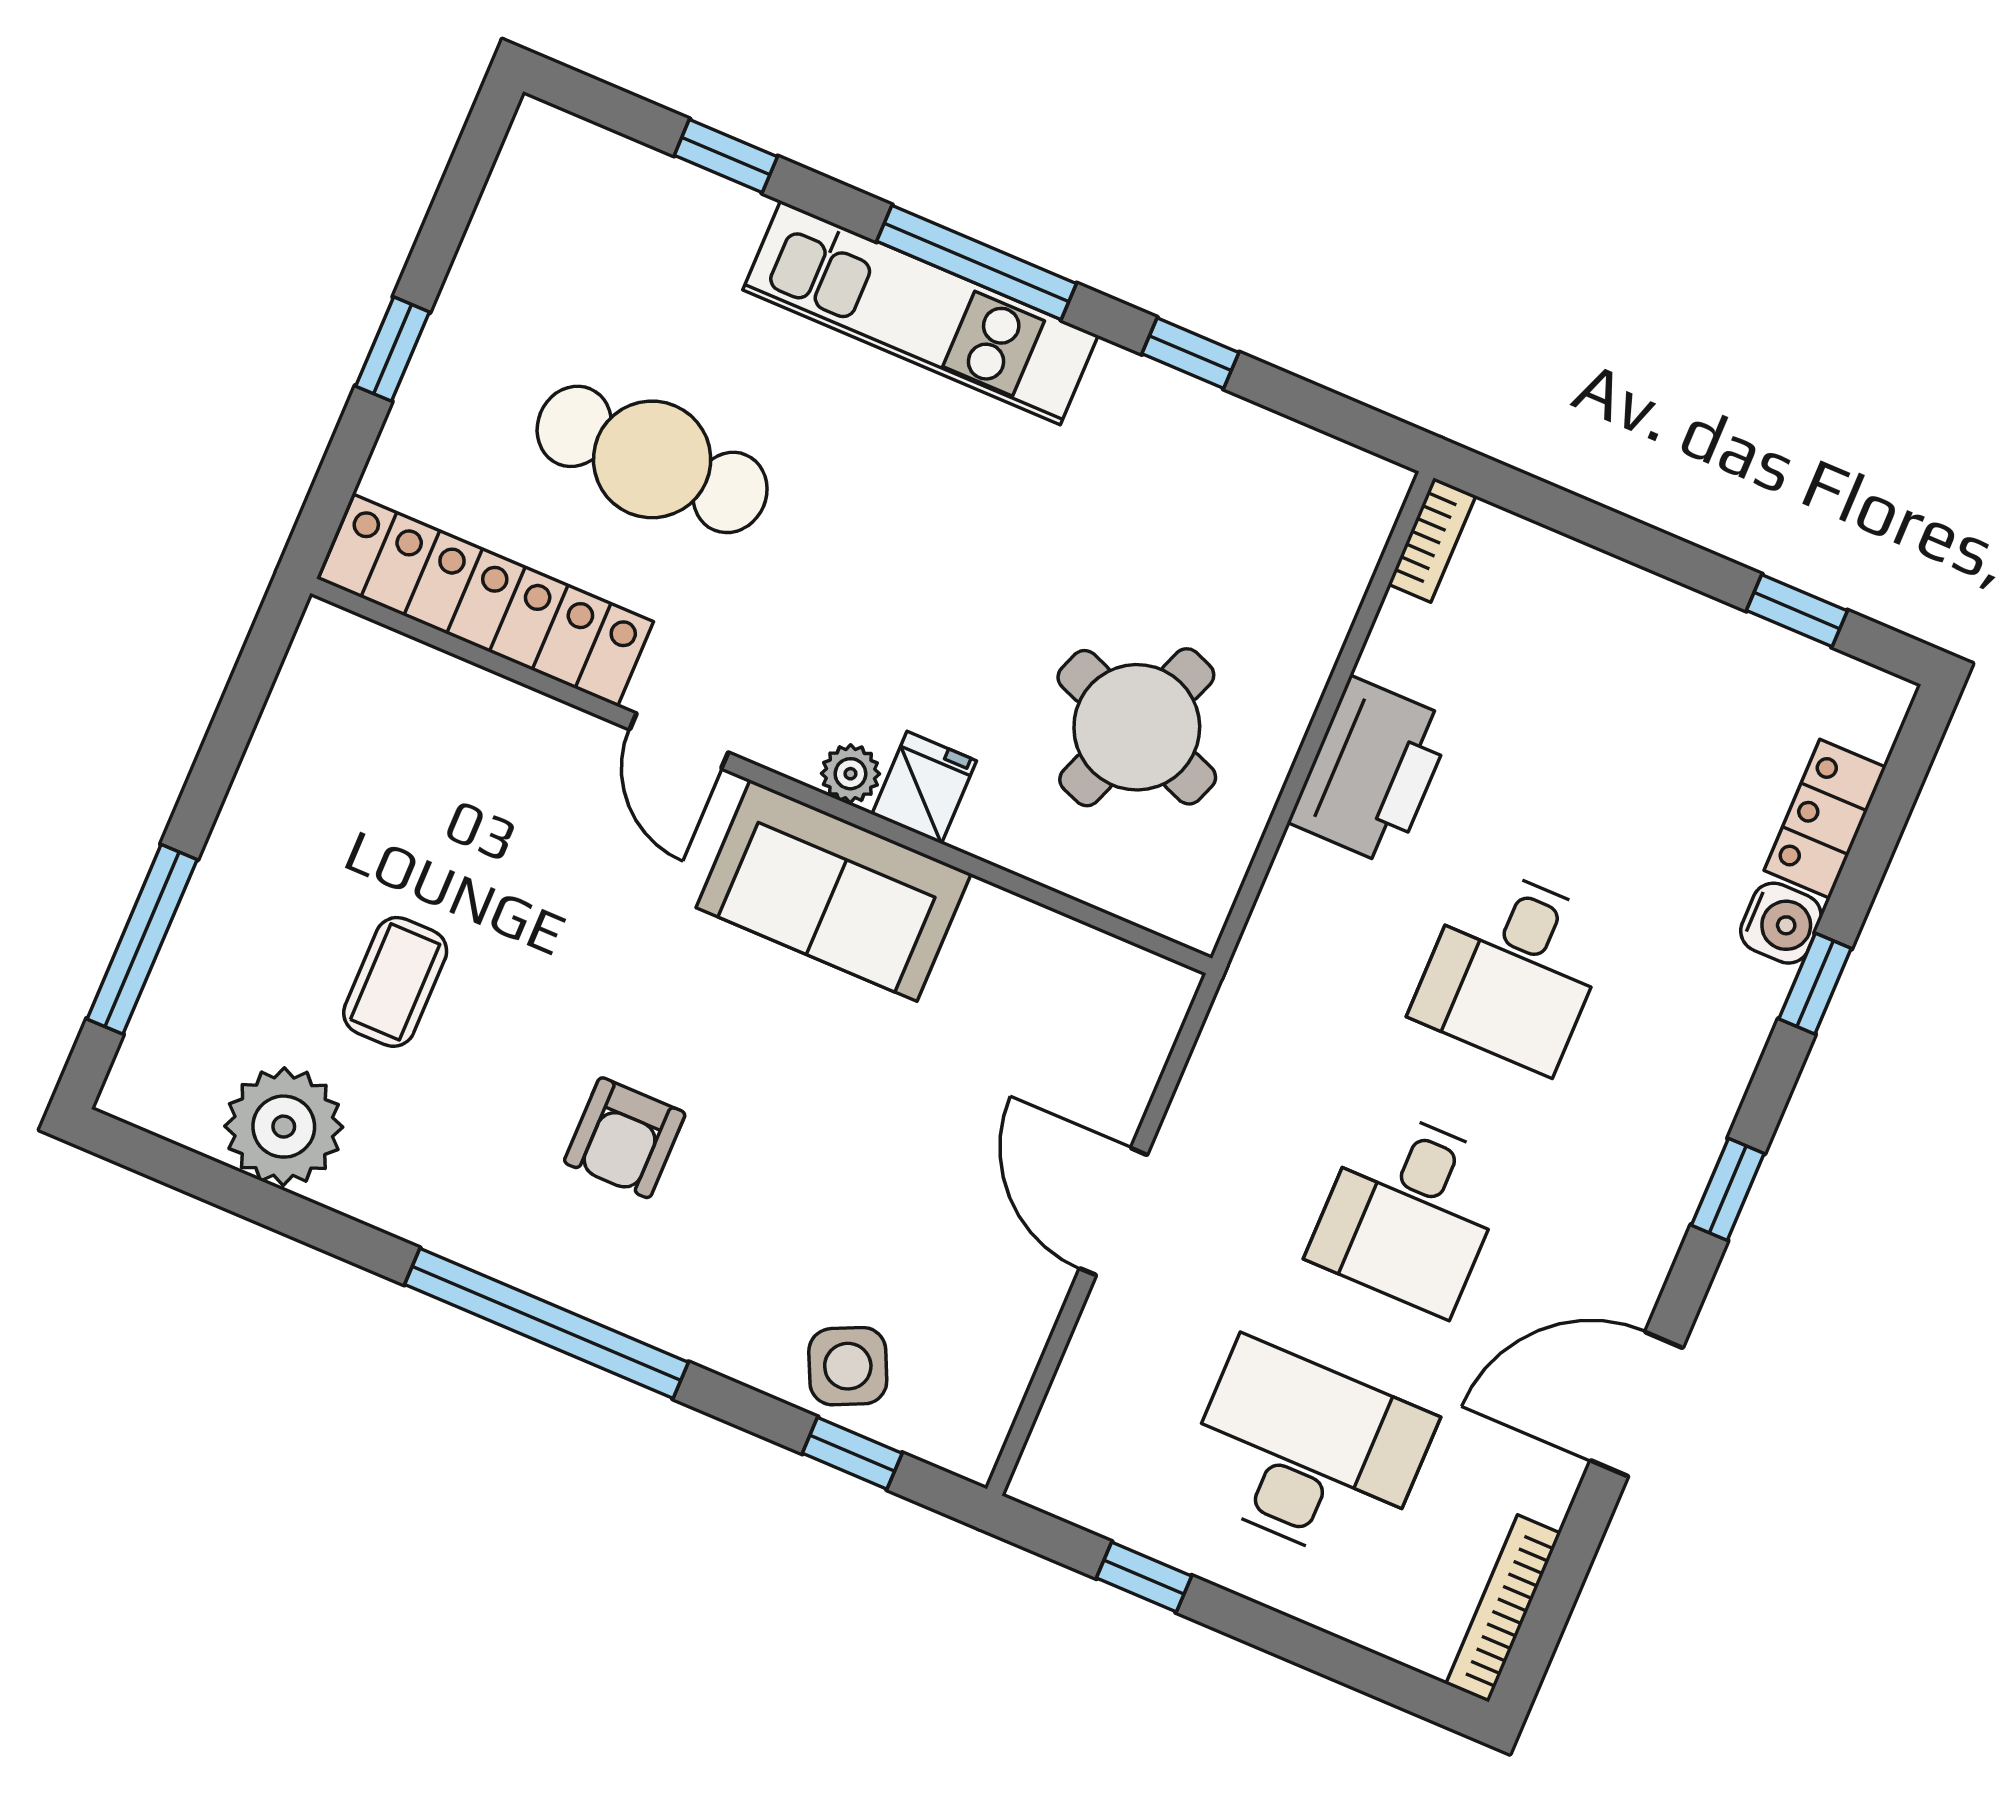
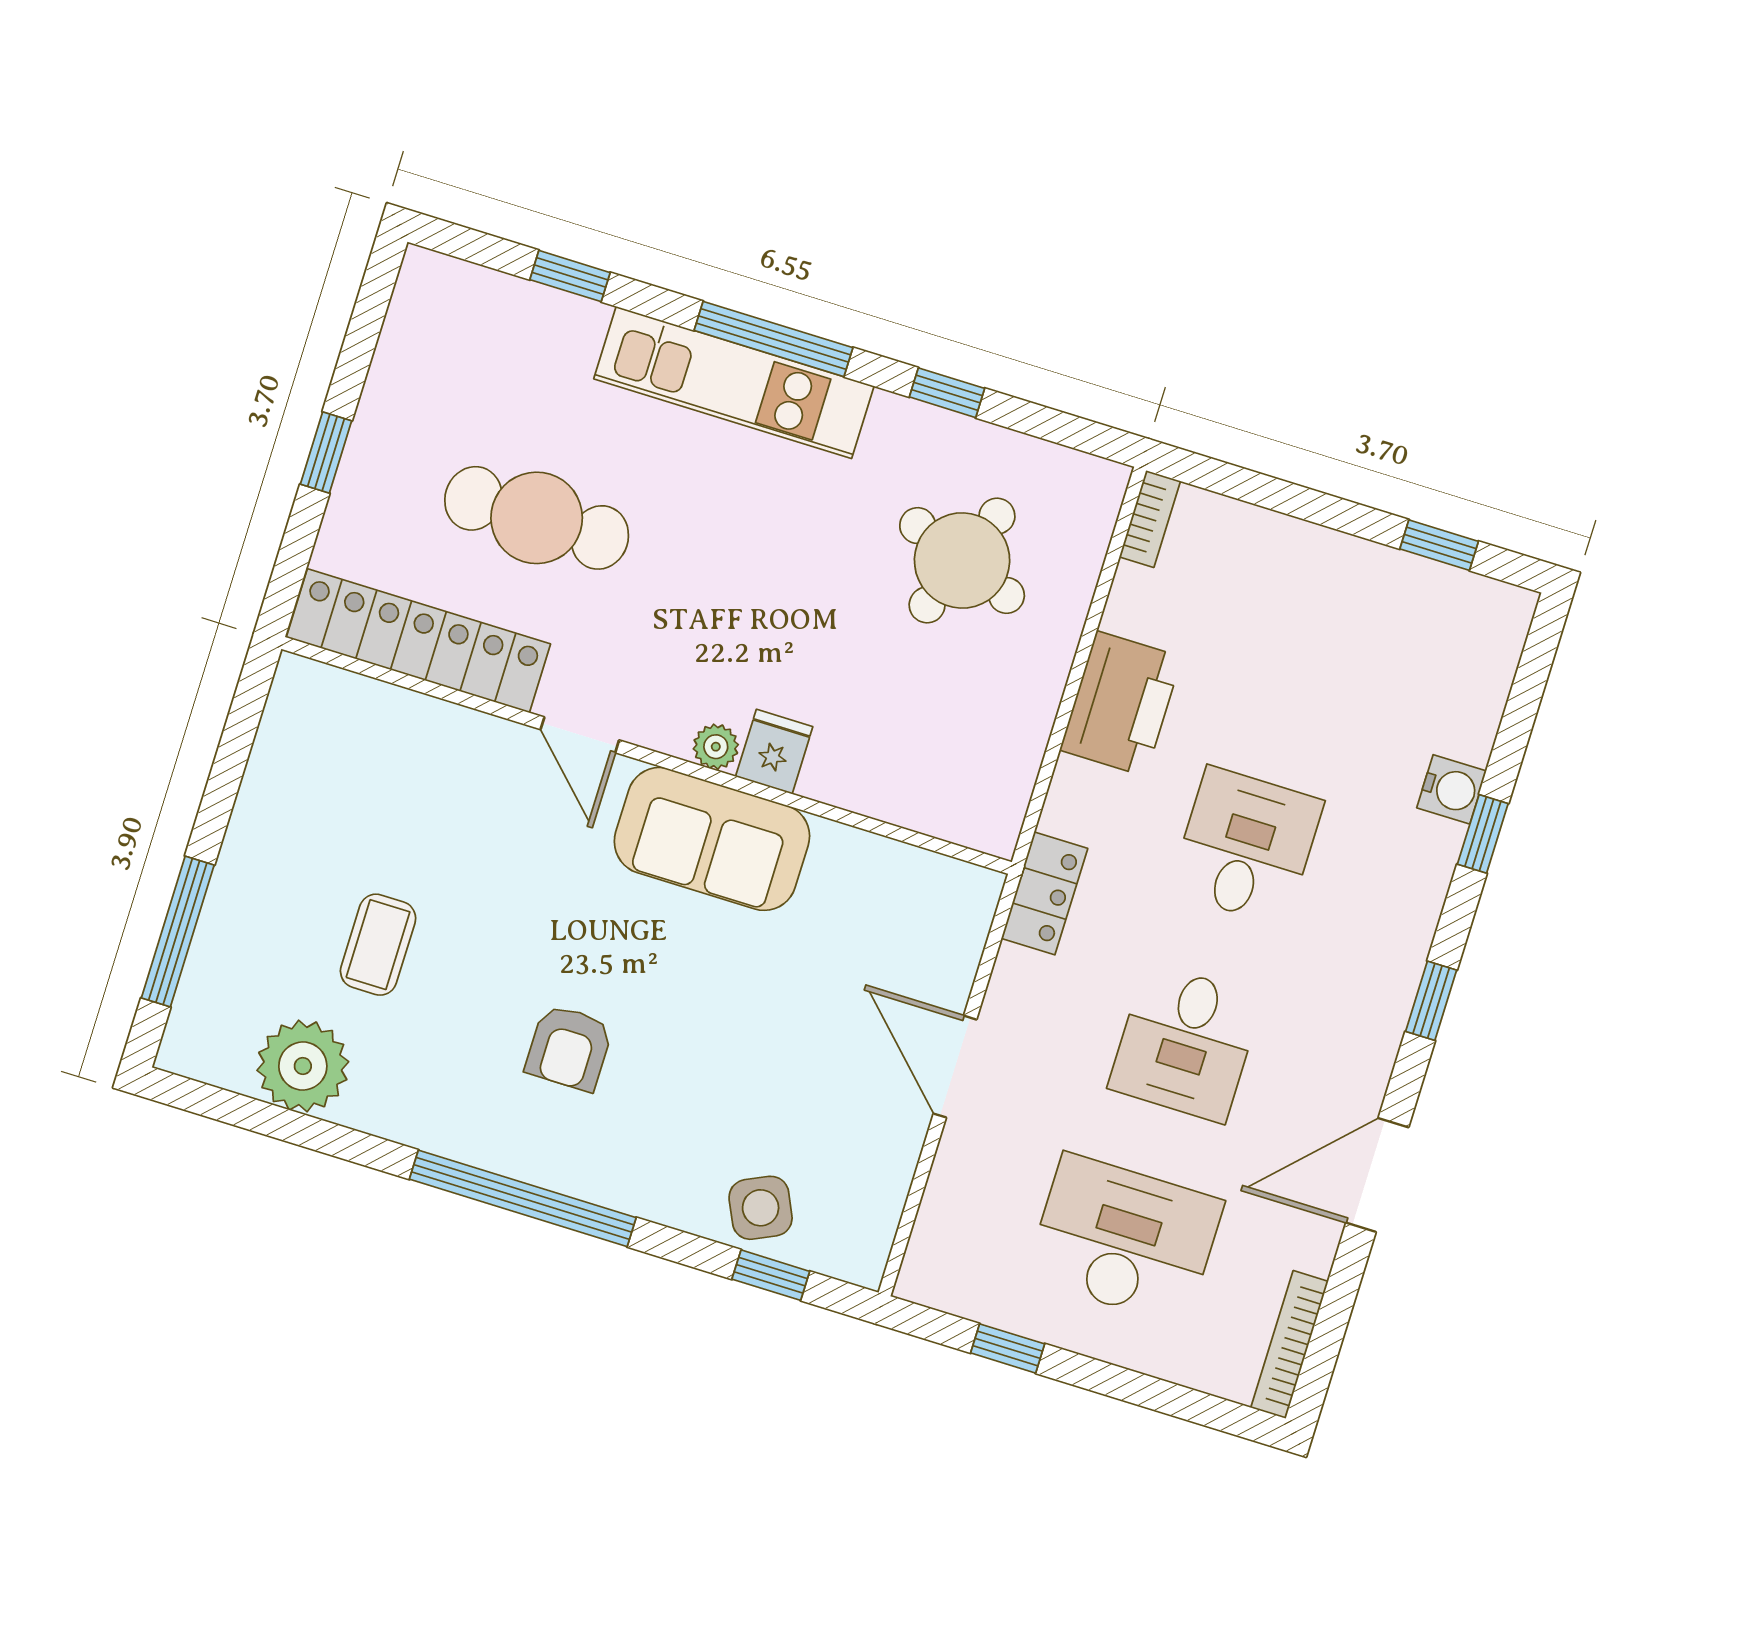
round table: (1137, 727) -> (962, 561), moved
locker: (1825, 819) -> (1044, 893), moved, turned 180
desk: (1513, 969) -> (1246, 846), turned 180

